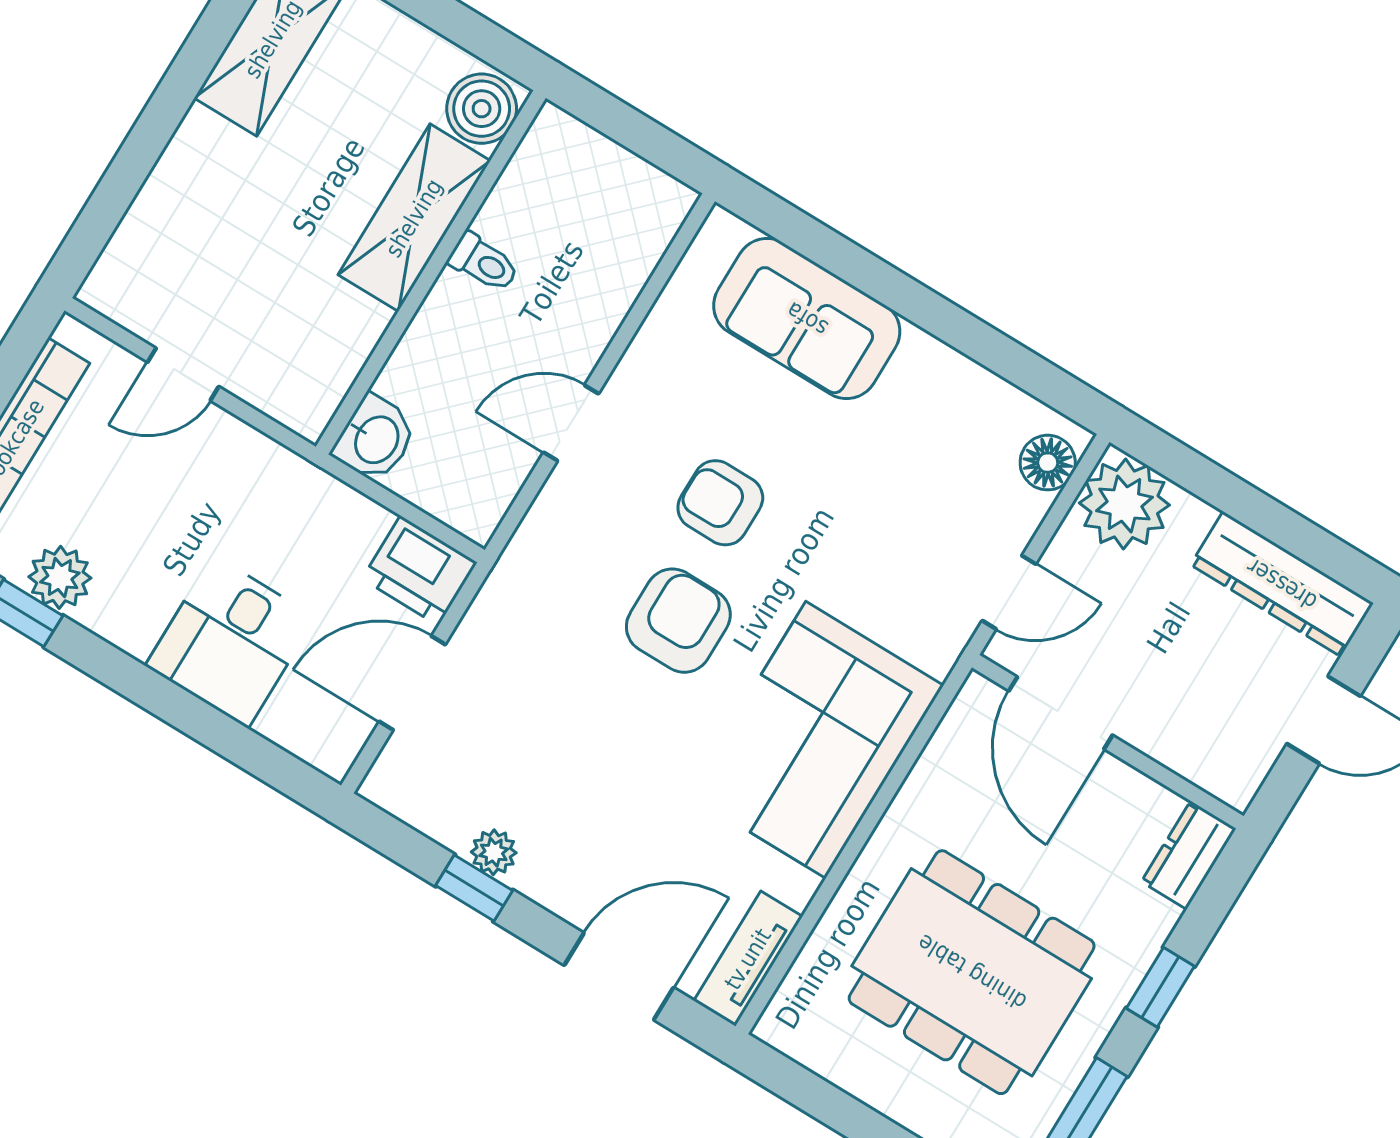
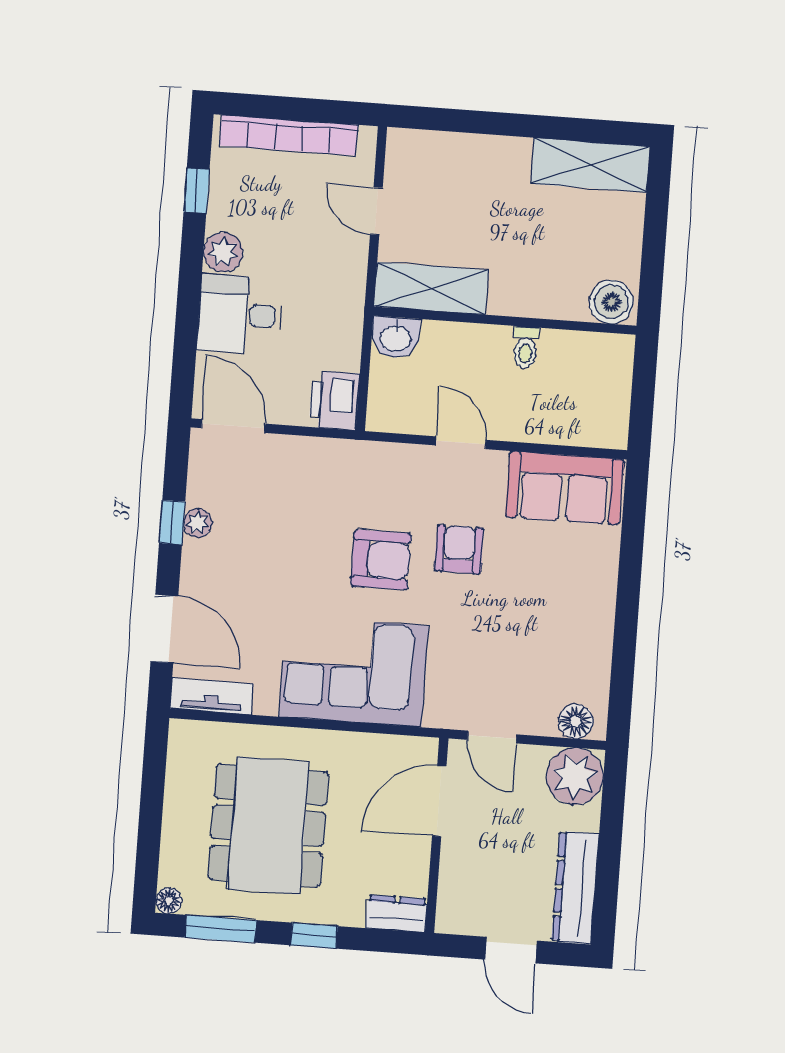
shelving: (414, 218) -> (431, 288), moved
sofa: (807, 319) -> (565, 488), moved, turned -90
plant: (60, 577) -> (223, 252), moved
door: (412, 683) -> (233, 426), moved

